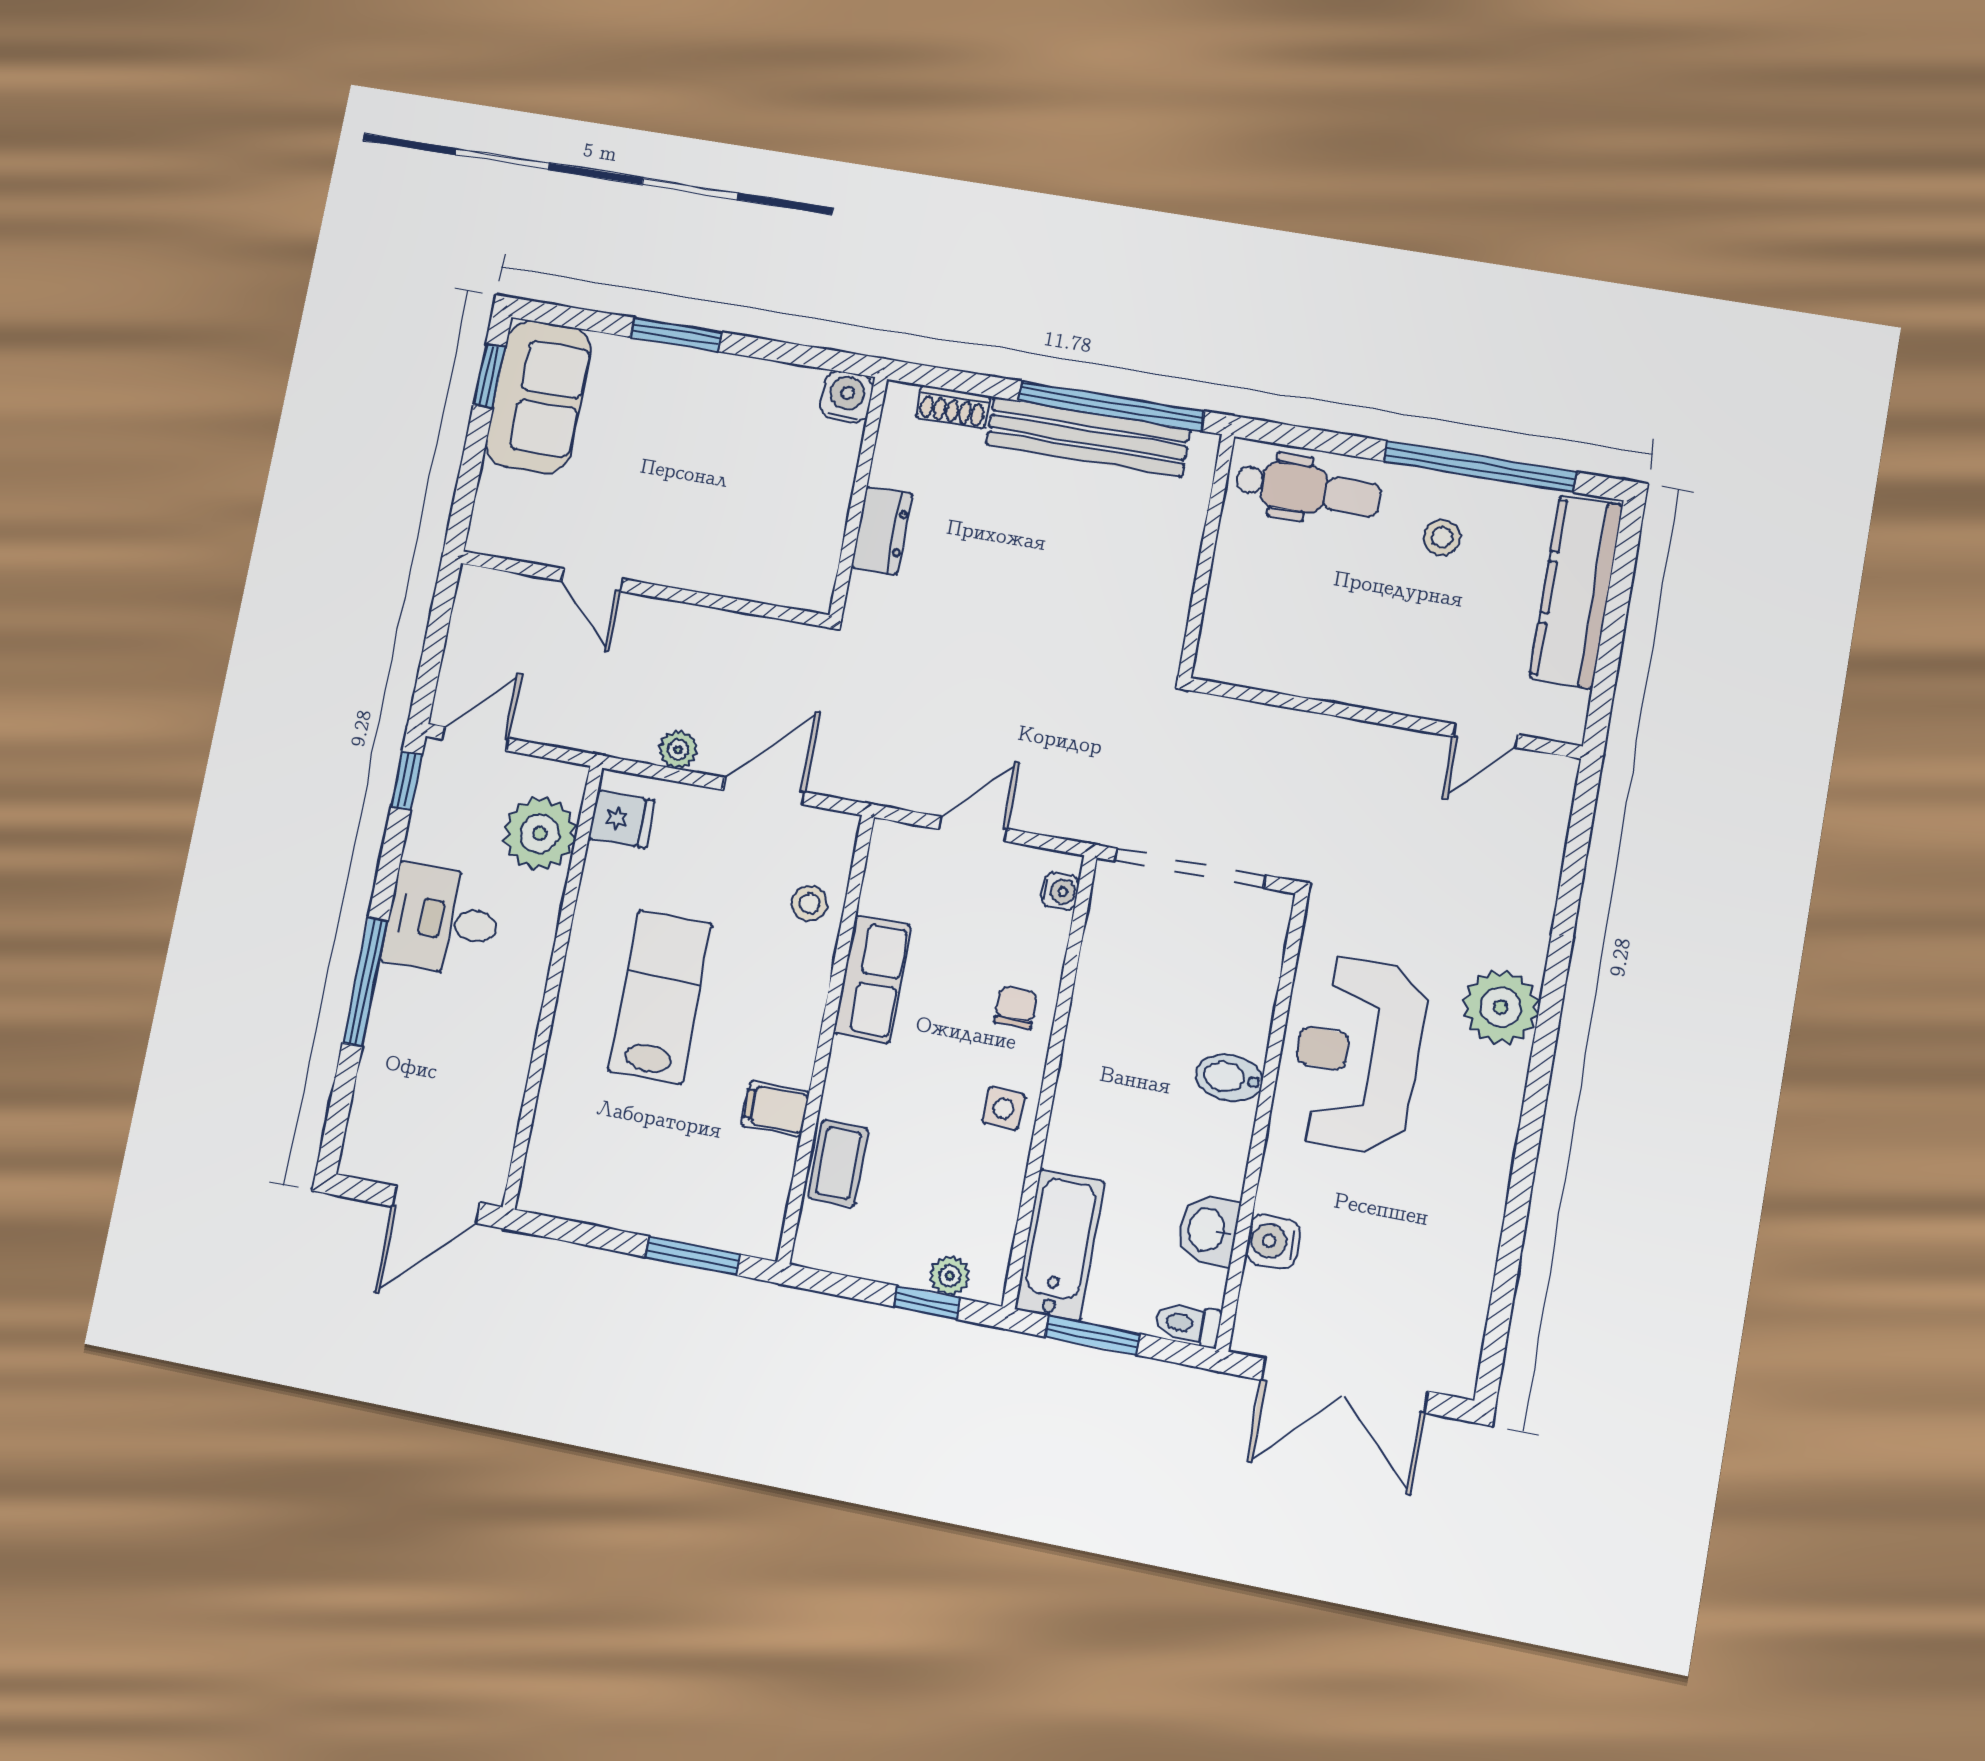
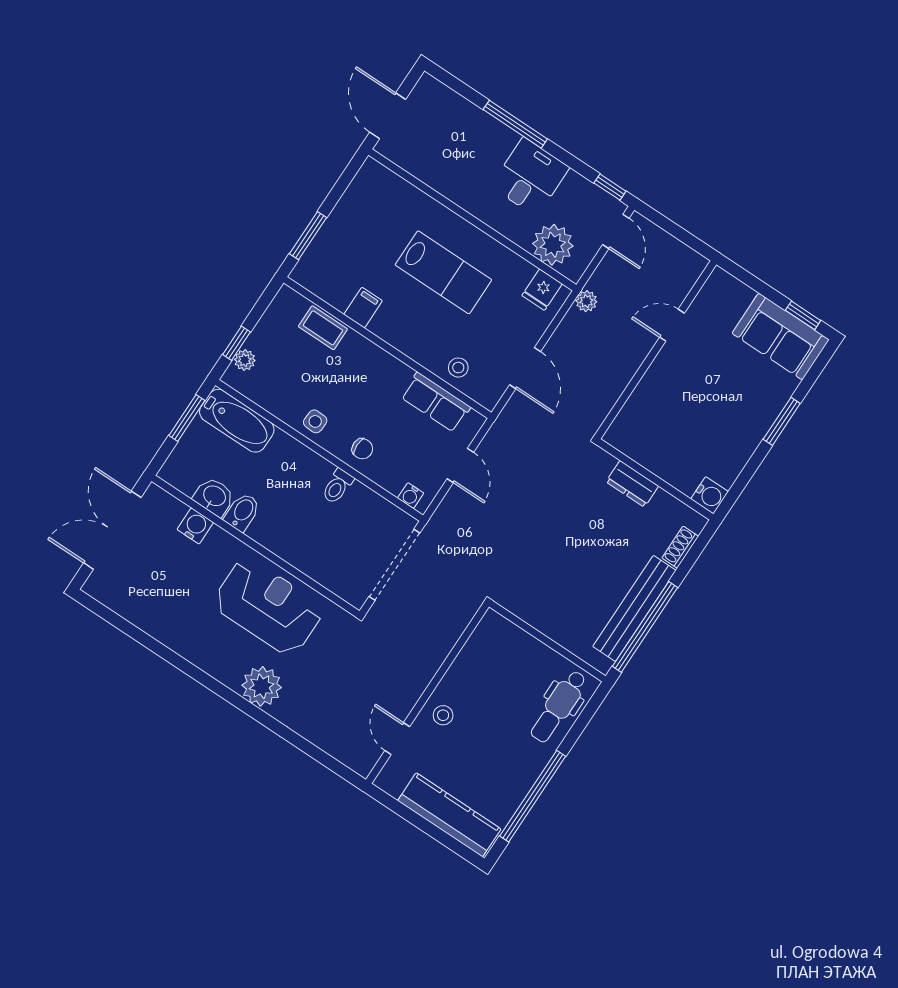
stool: (1442, 537) -> (443, 715), moved
plant: (678, 750) -> (586, 301), moved
row of seats: (872, 979) -> (436, 402), moved
bidet: (1229, 1078) -> (242, 512), moved
toilet: (1188, 1324) -> (337, 486), moved, turned 180

